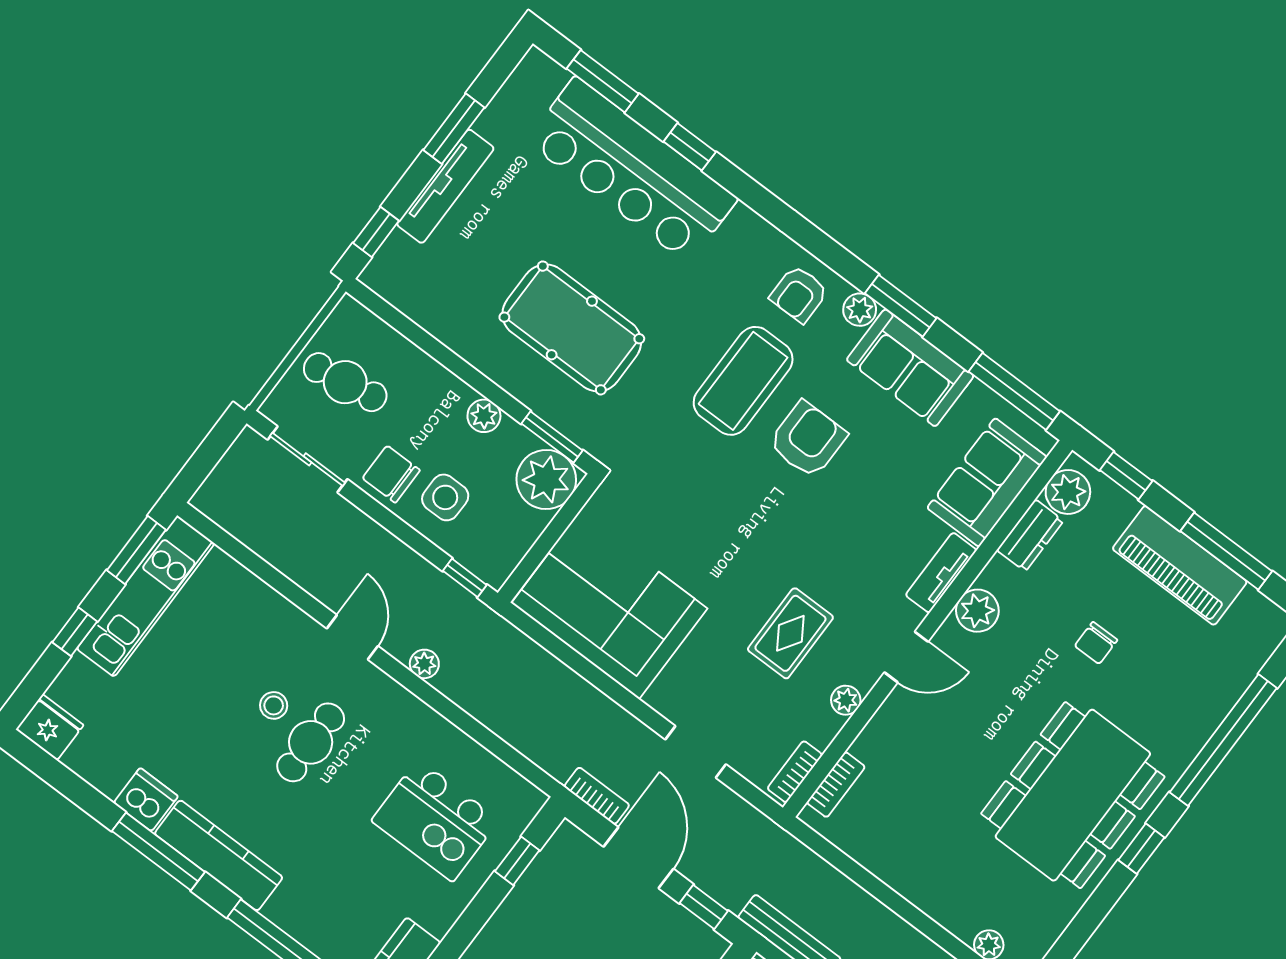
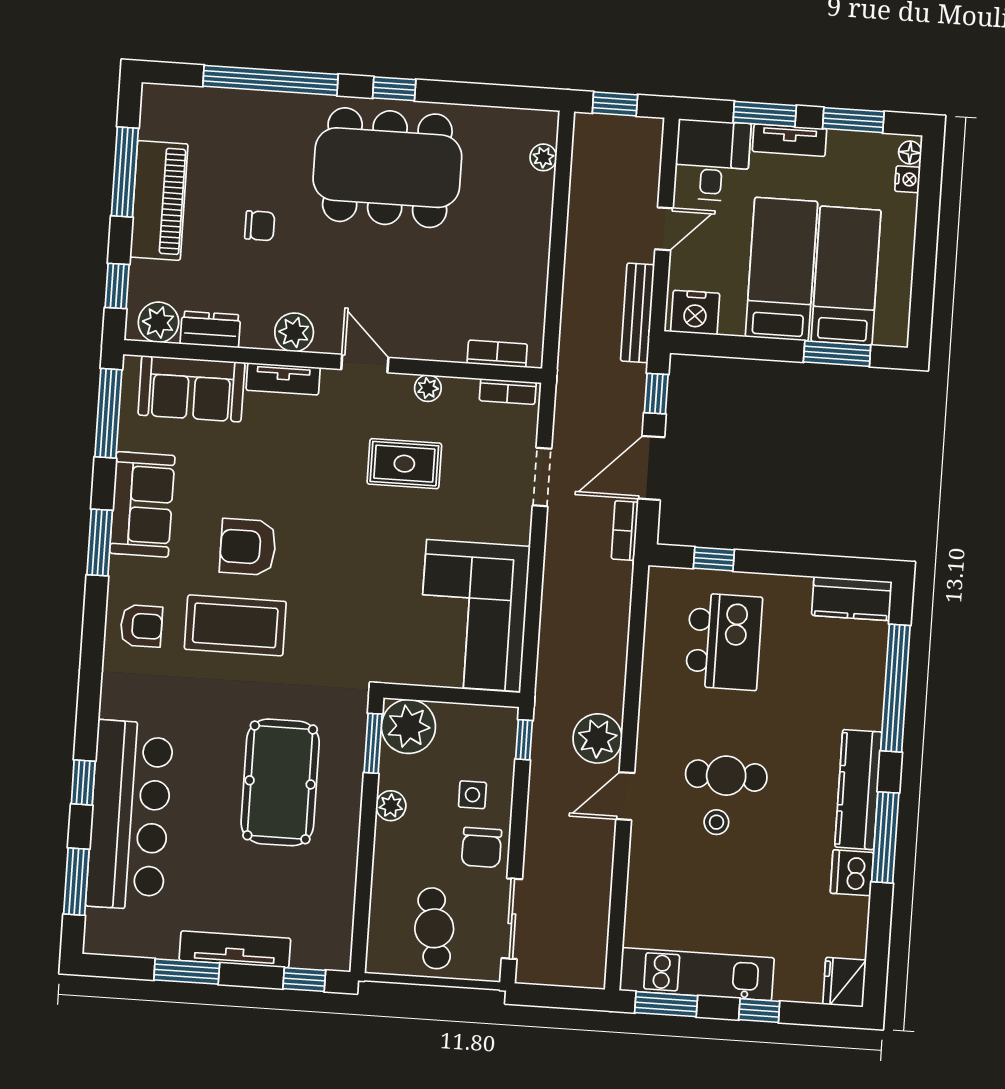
plant: (860, 310) -> (123, 572), removed
side table: (445, 497) -> (472, 795), width x0.73, depth x0.73
plant: (424, 664) -> (598, 738), width x1.88, depth x1.88

